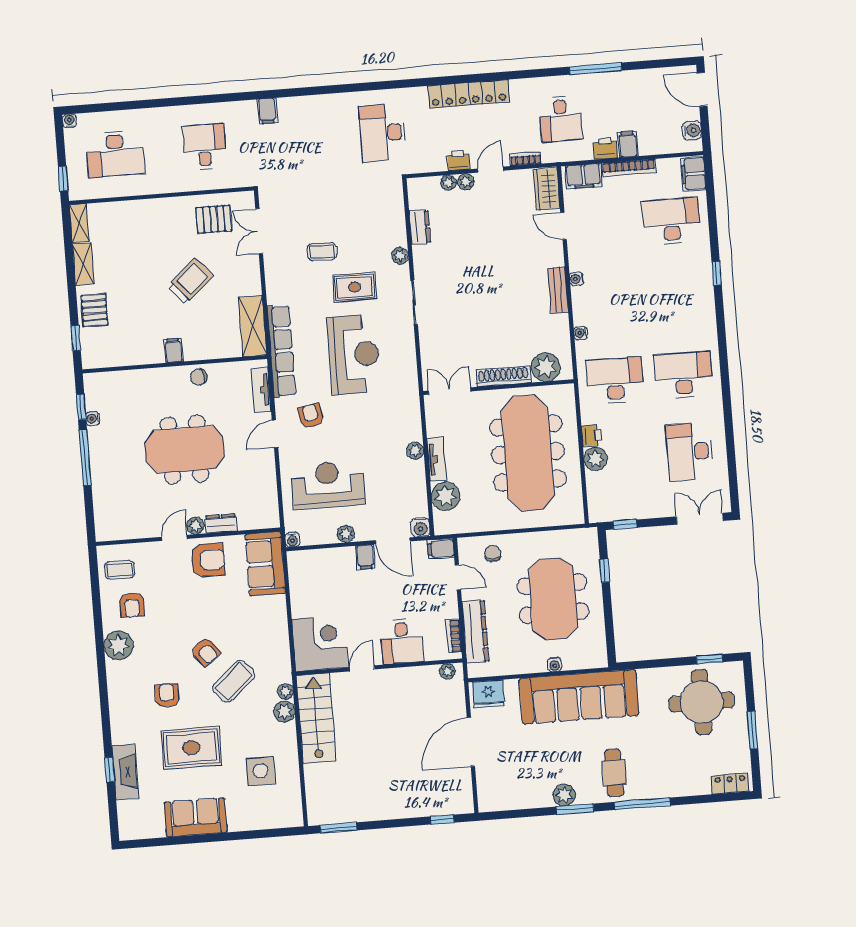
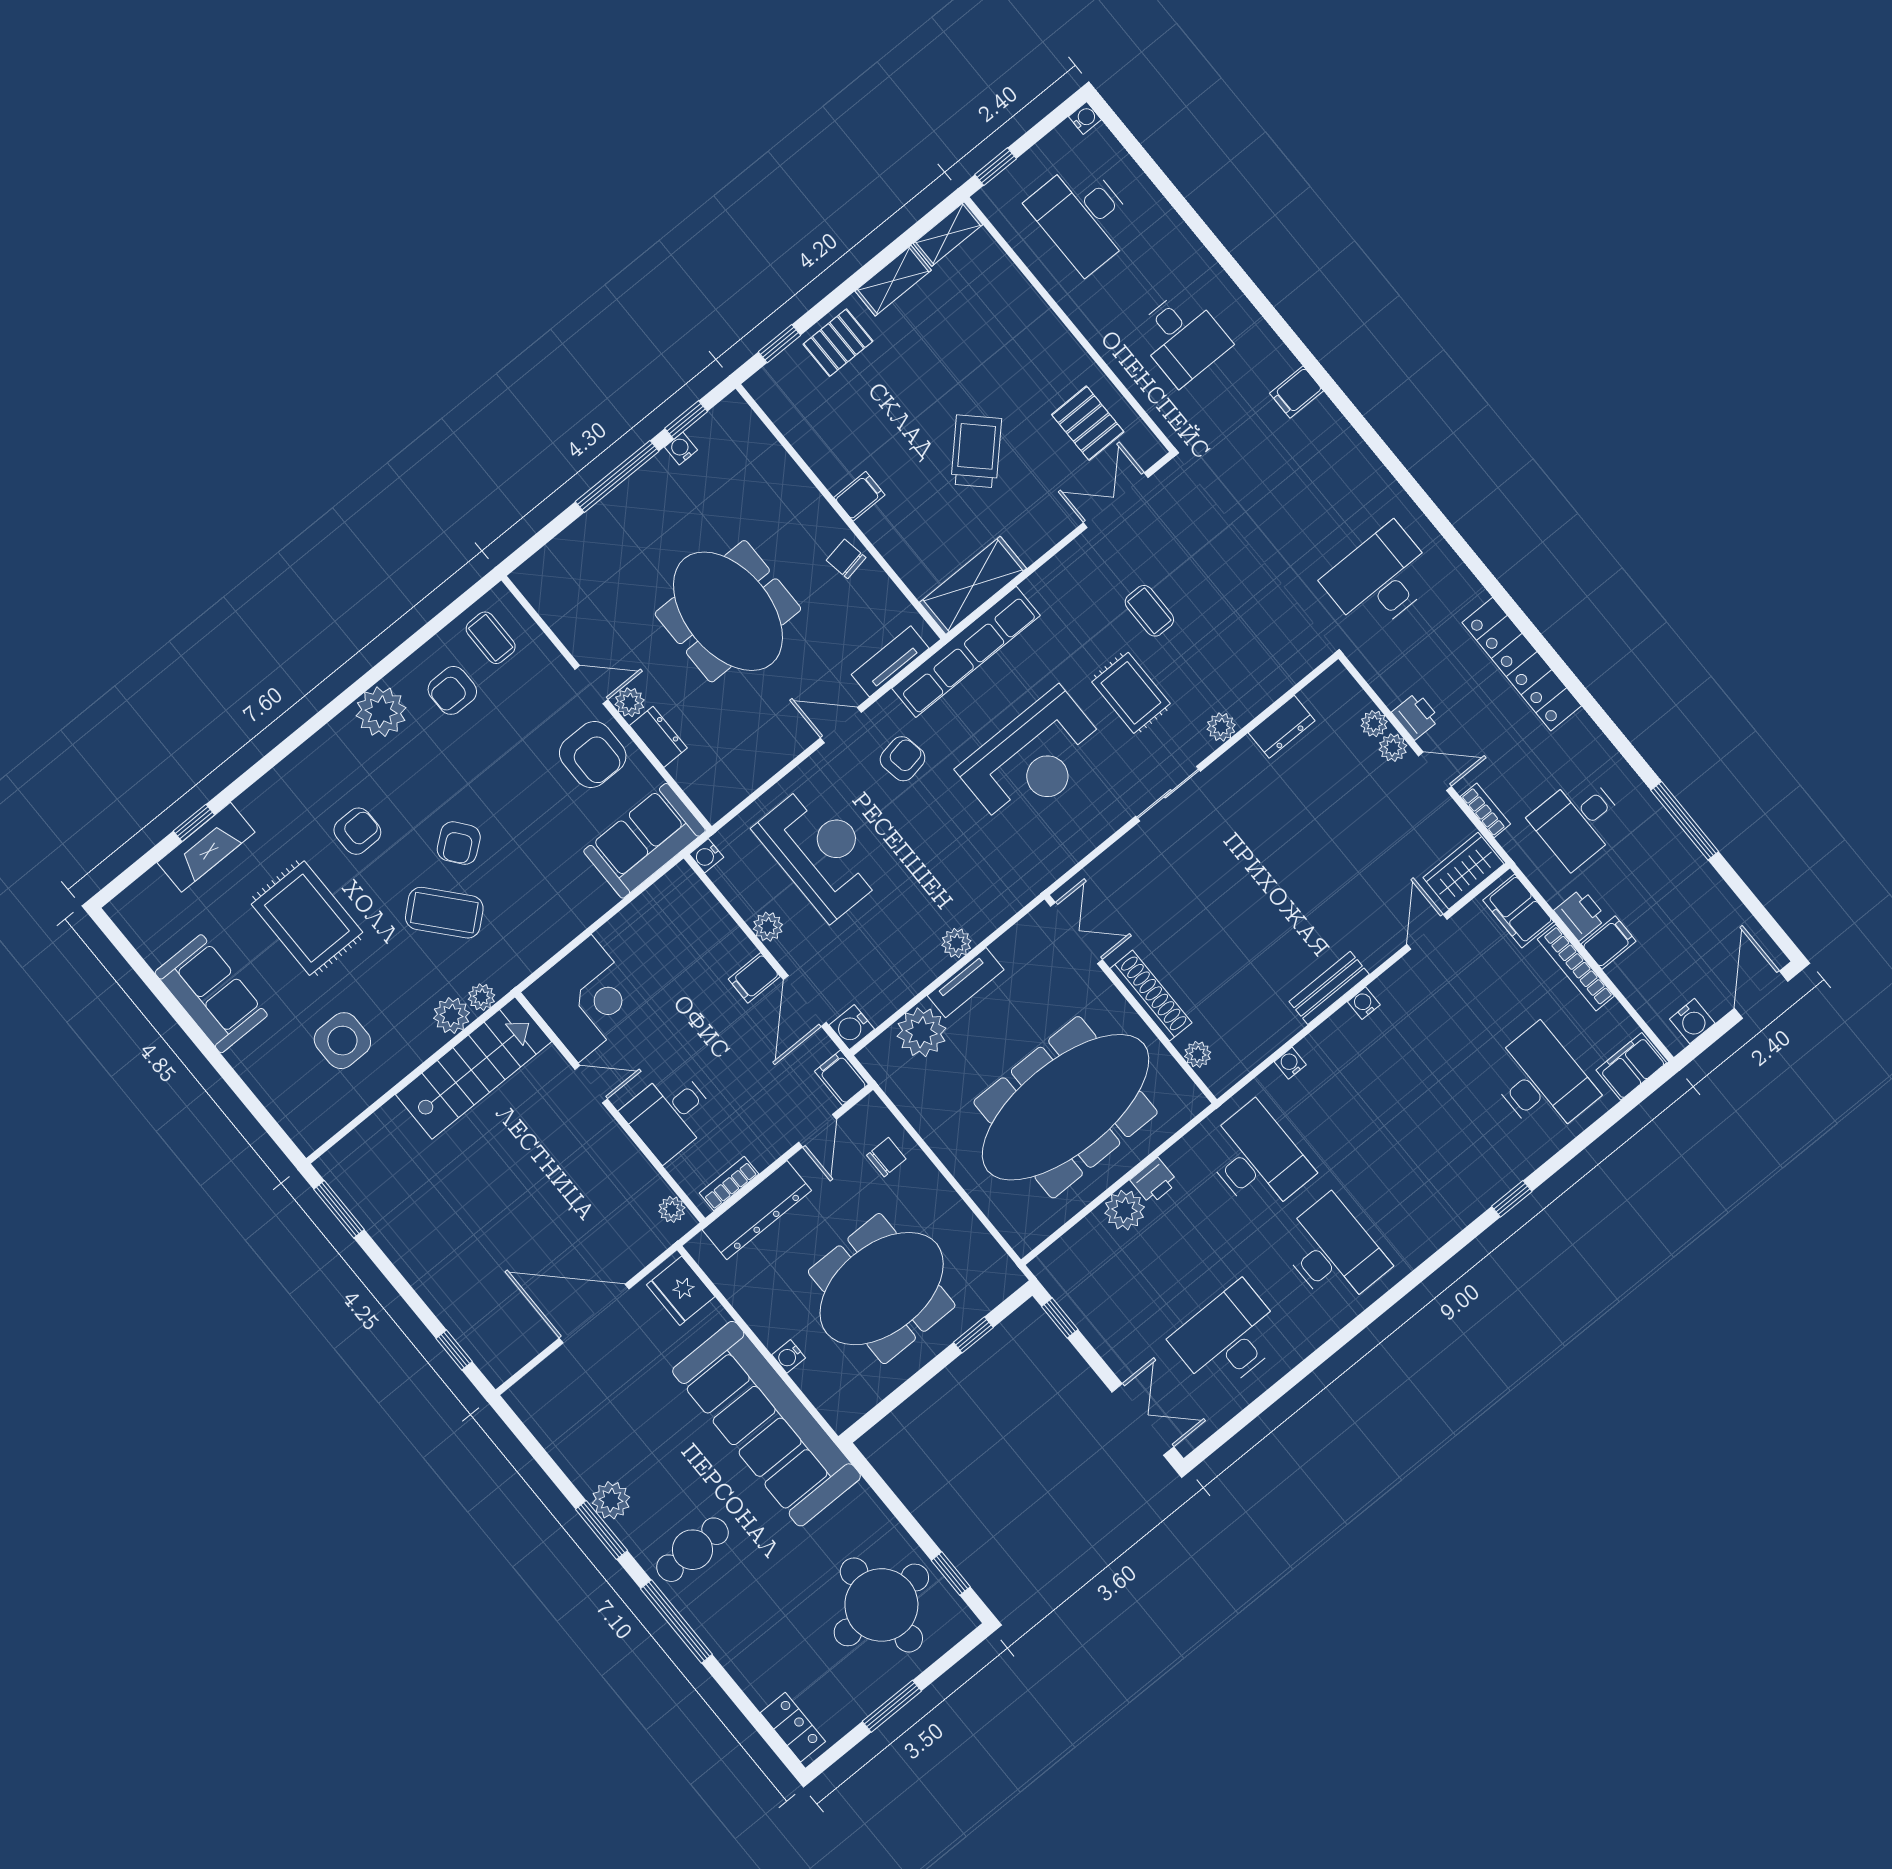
desk: (204, 147) -> (1182, 337), turned 90
trolley: (191, 281) -> (976, 451), turned -94
plant: (546, 367) -> (1198, 1054), width x0.53, depth x0.53

